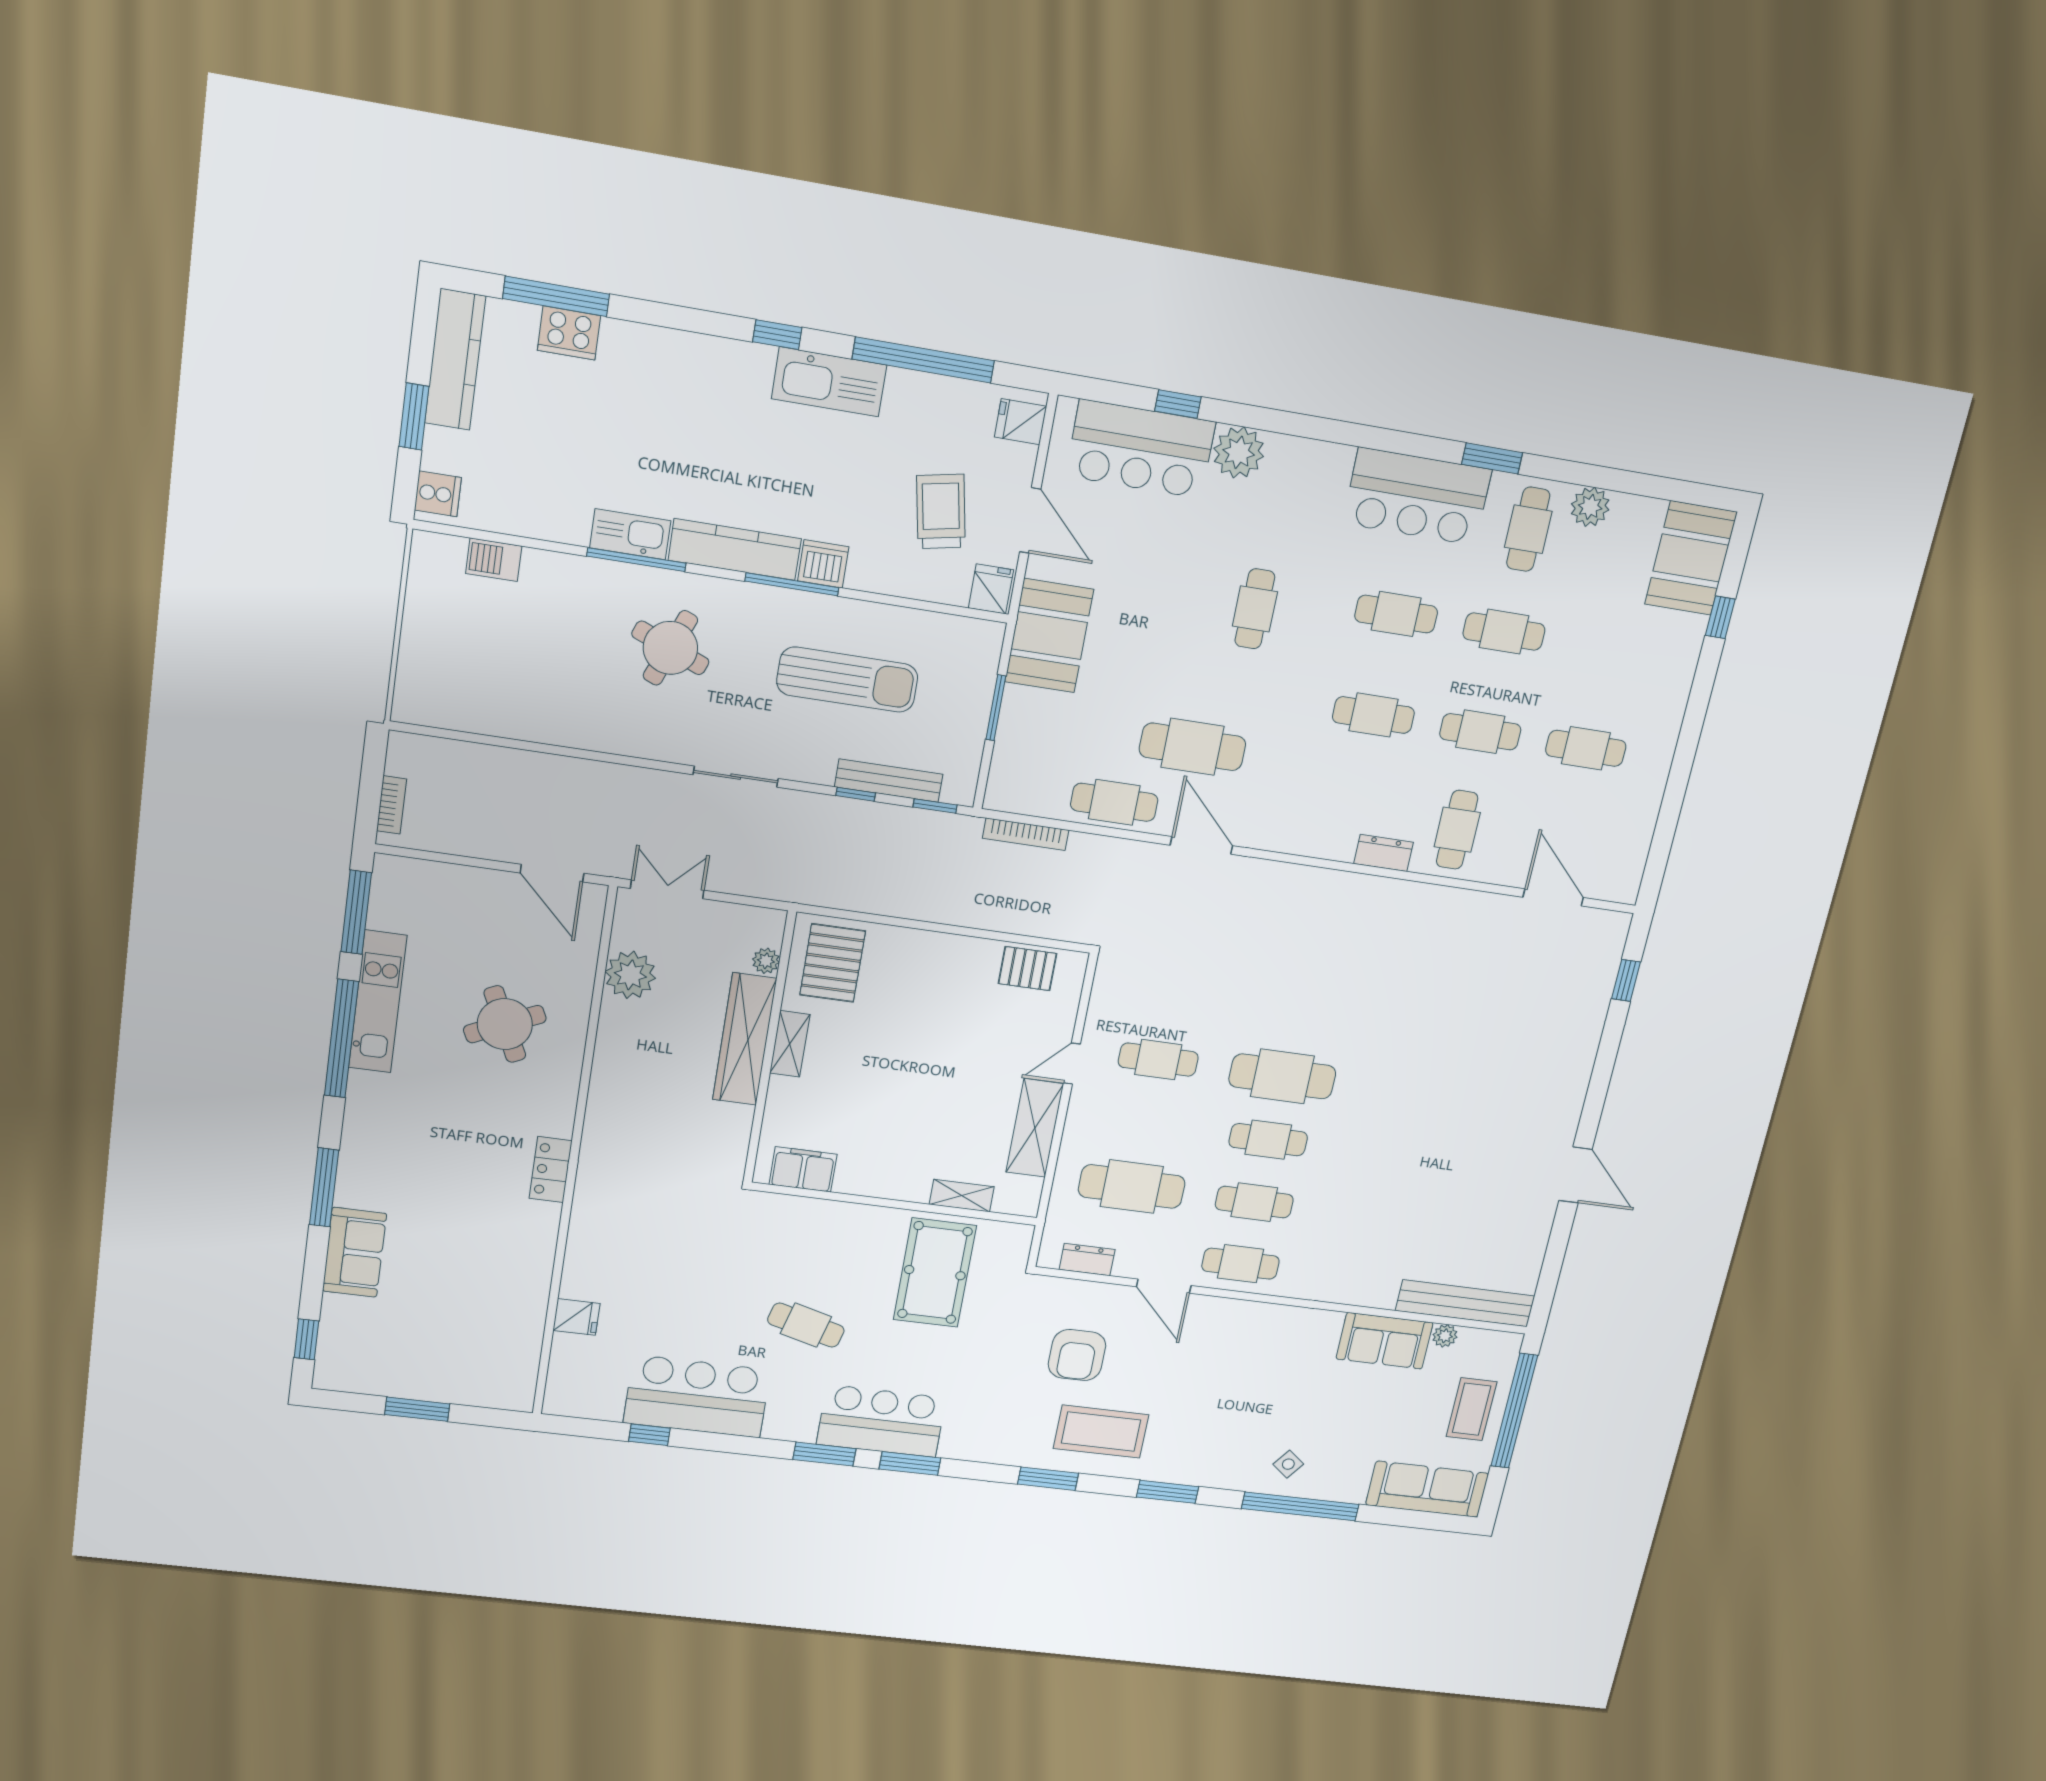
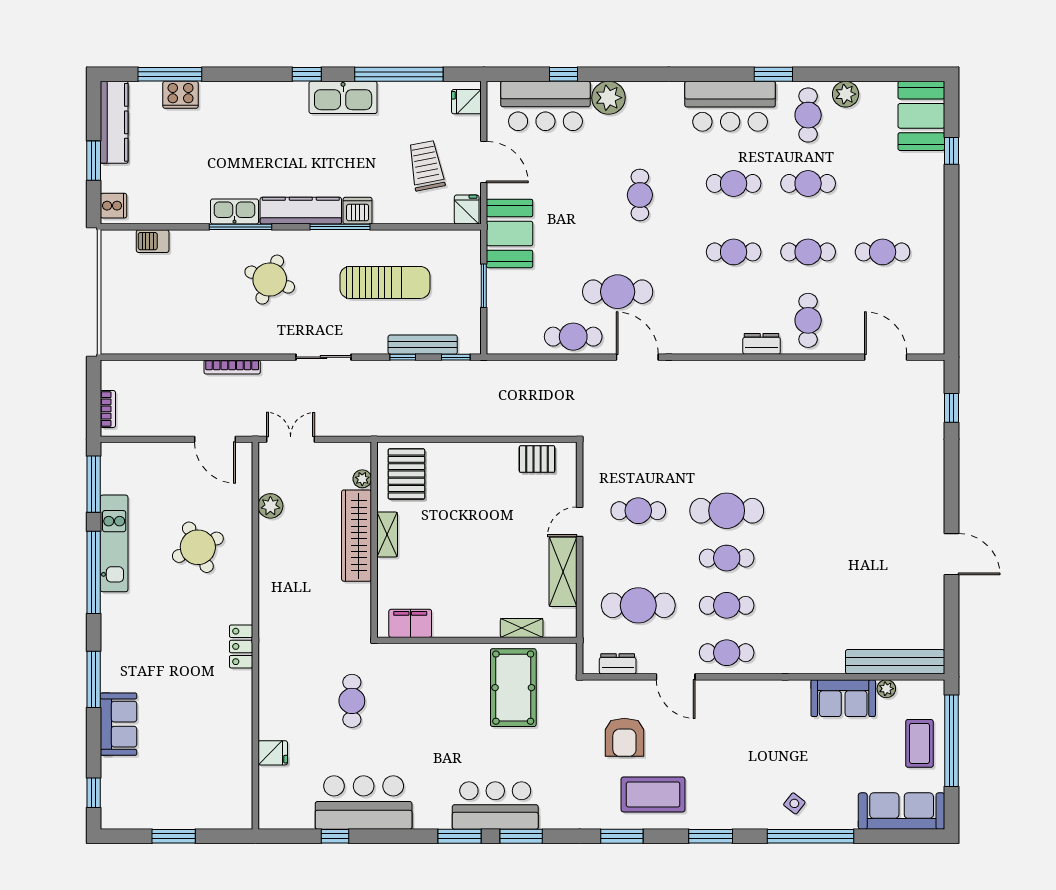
bookcase: (1026, 834) -> (232, 367), moved
plant: (630, 975) -> (270, 506), width x0.73, depth x0.73
cafe table: (806, 1325) -> (352, 701), moved, turned 75

